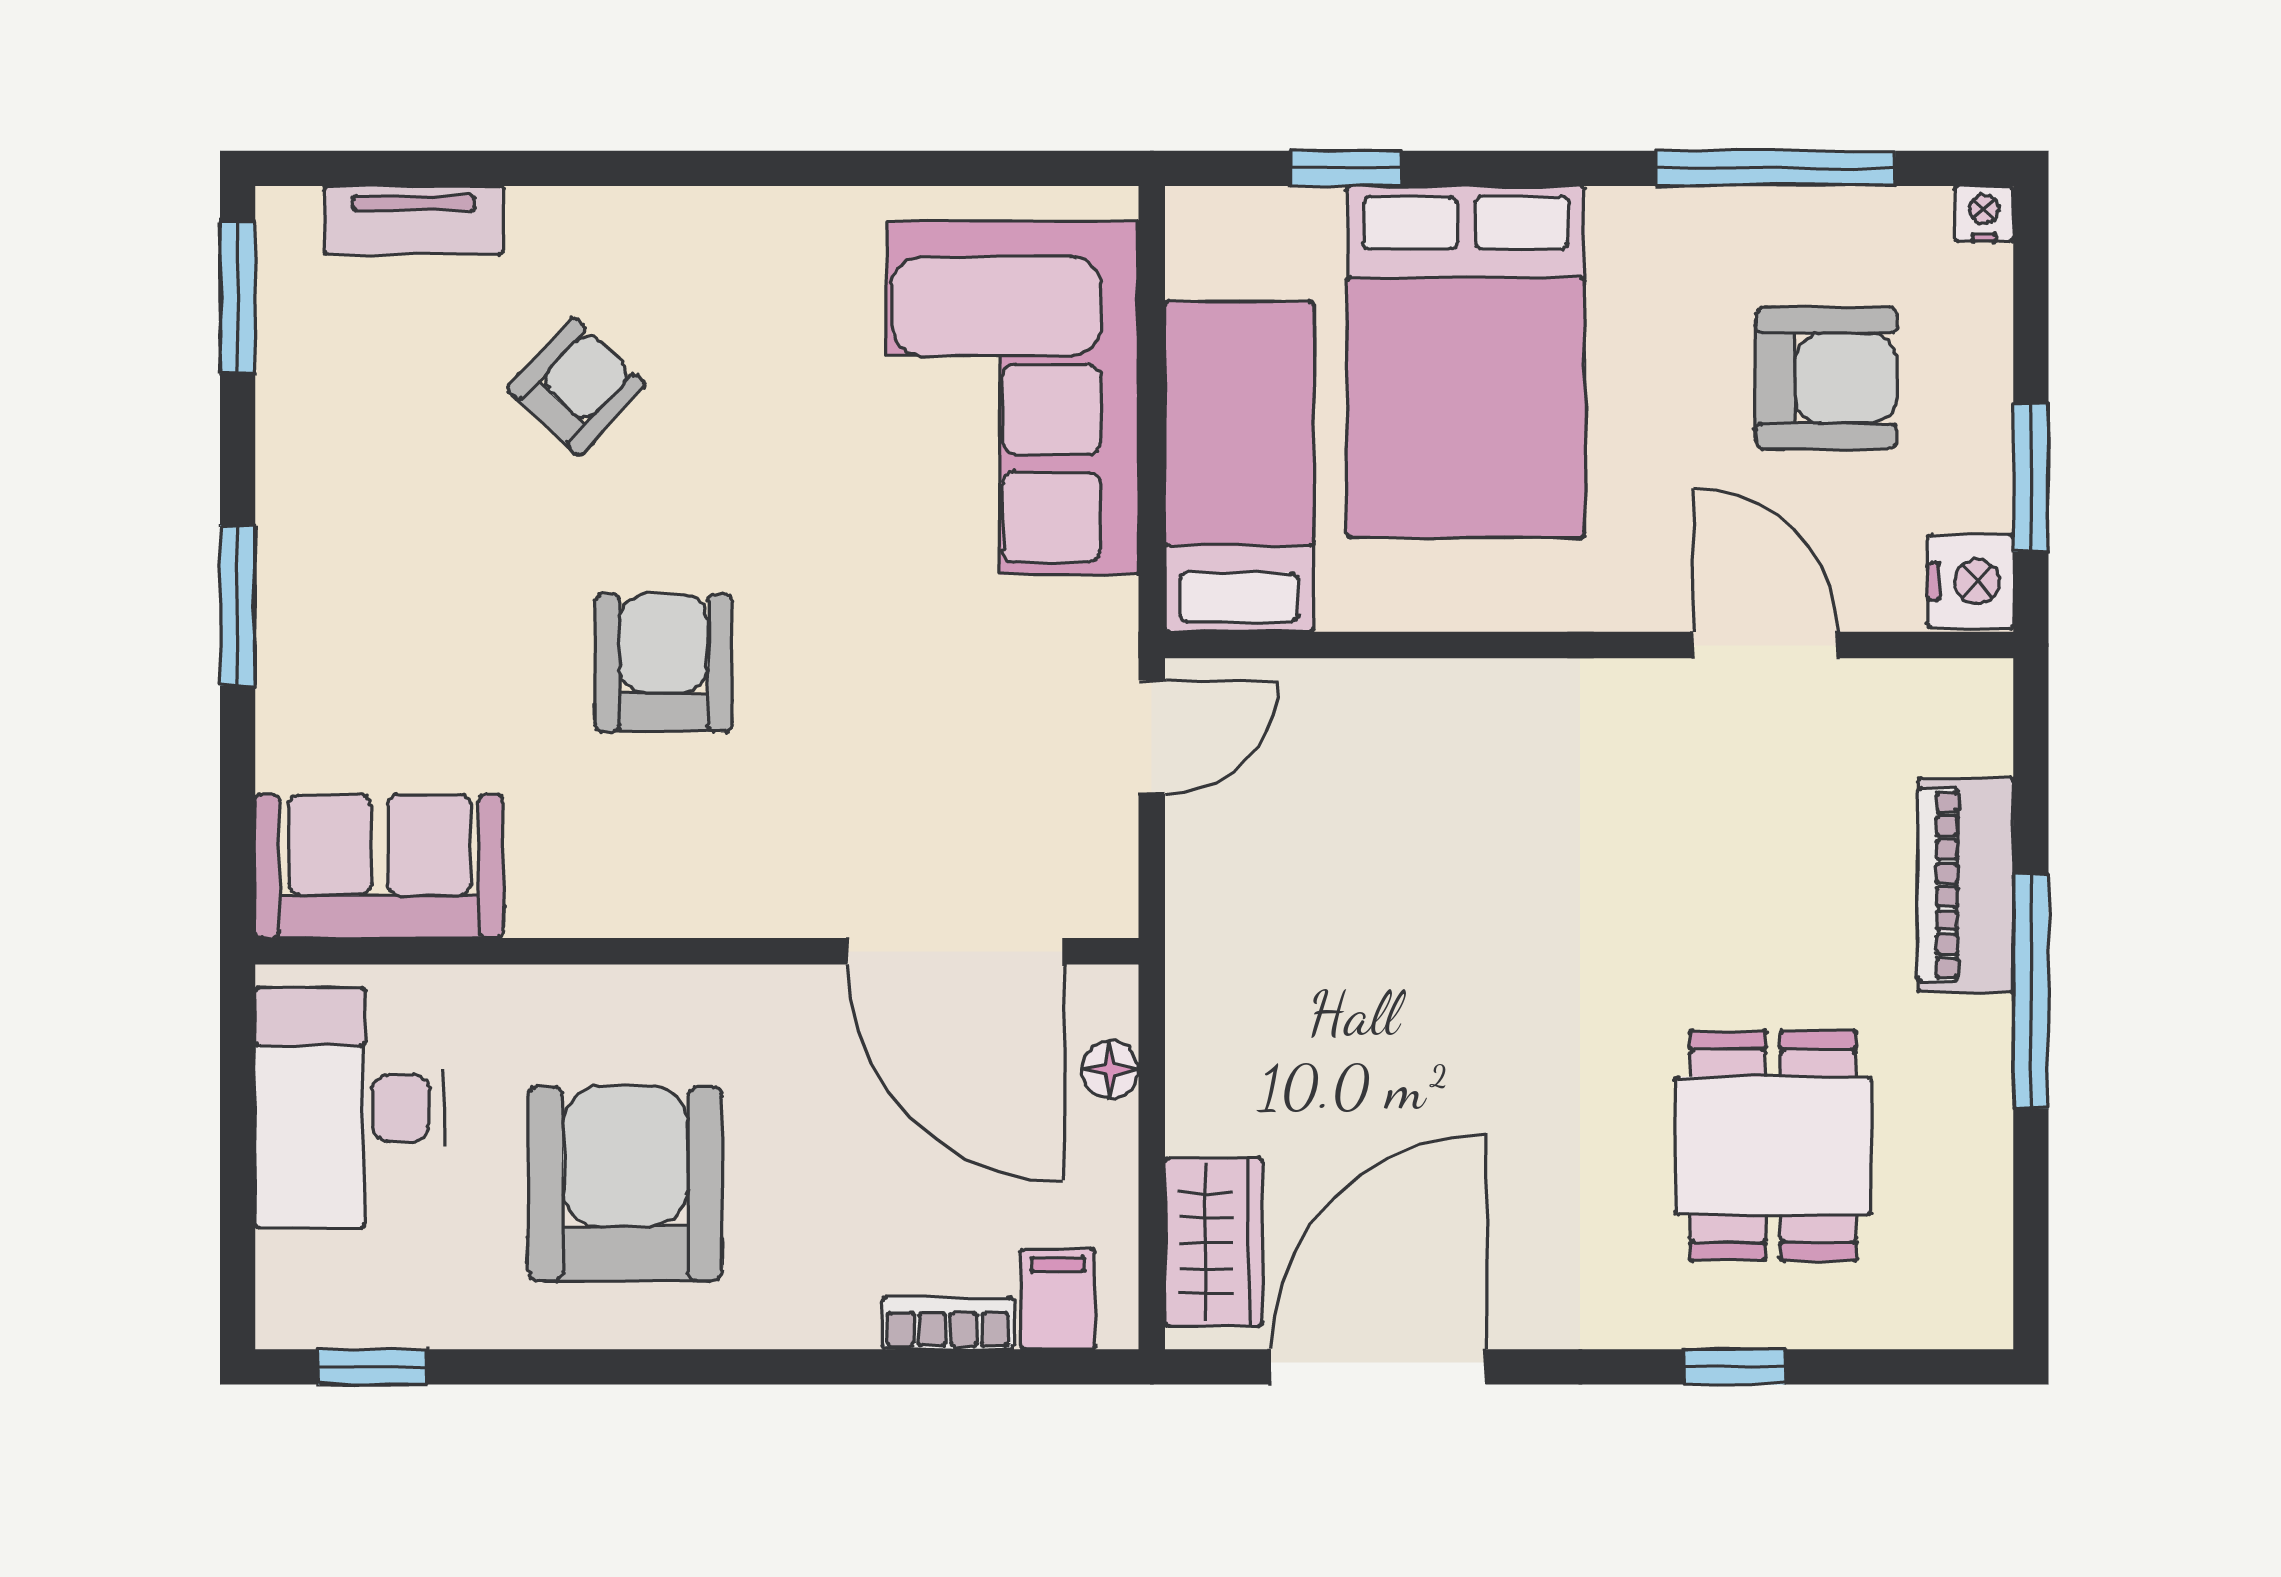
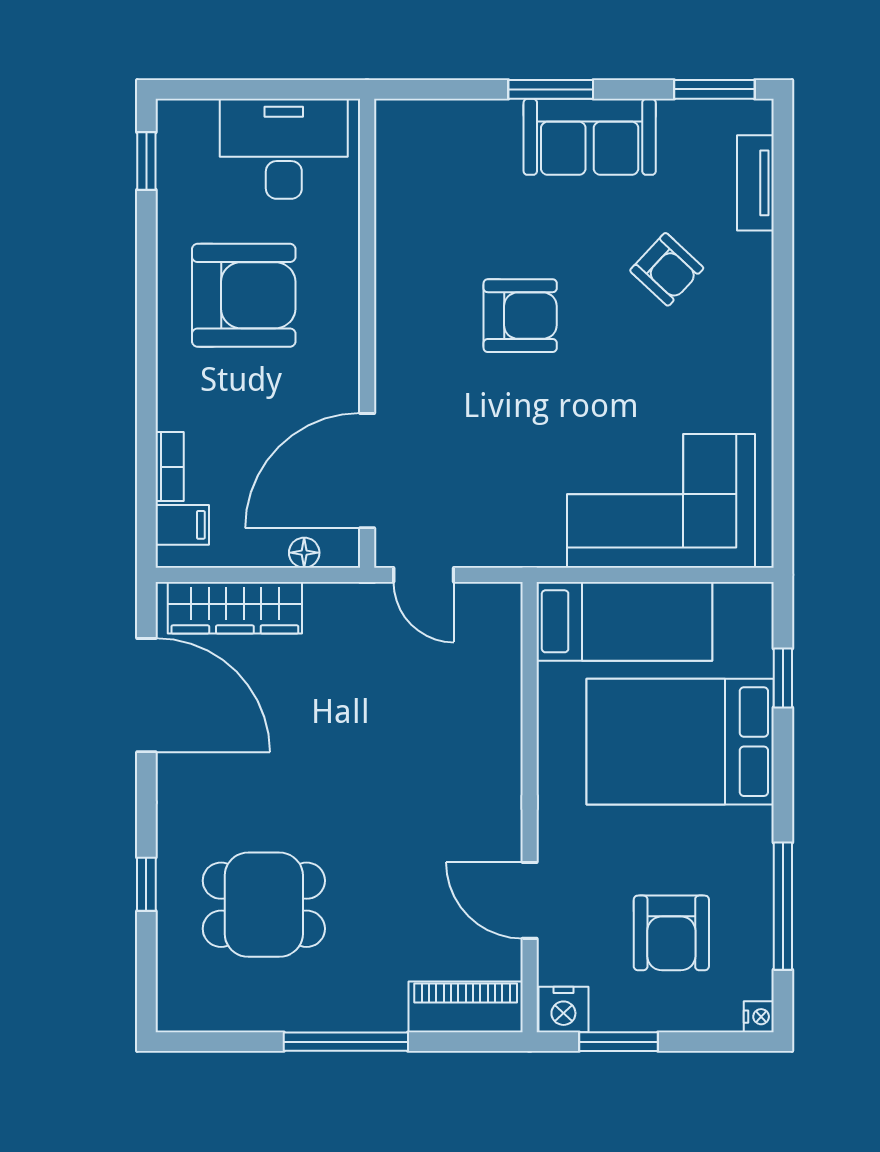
door: (1765, 645) -> (530, 900), swing flipped
door: (1152, 737) -> (424, 575), moved
sofa: (379, 866) -> (590, 137), moved, turned 90
piano: (1965, 885) -> (466, 1007), moved
wardrobe: (1214, 1242) -> (235, 608), width x1.50

